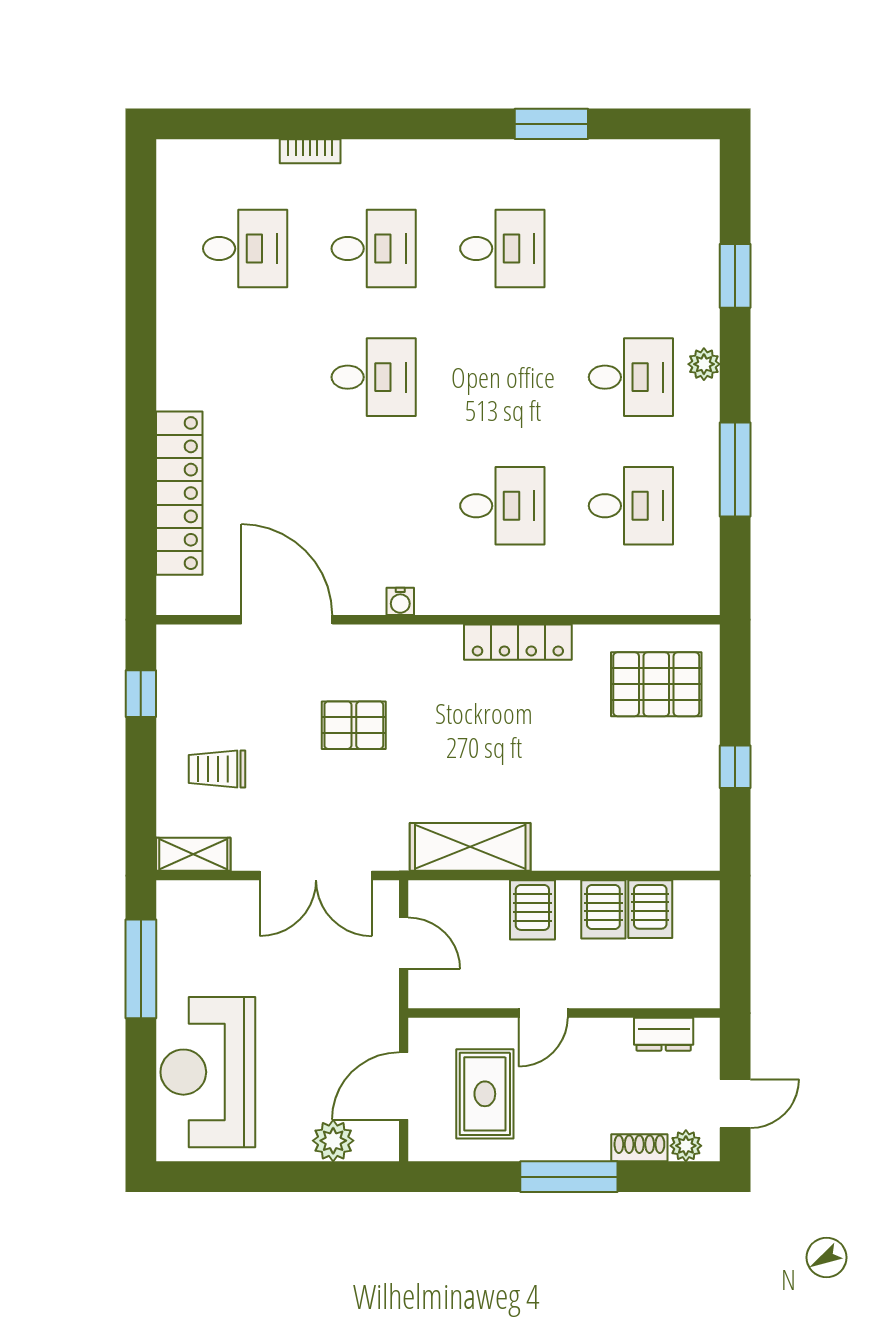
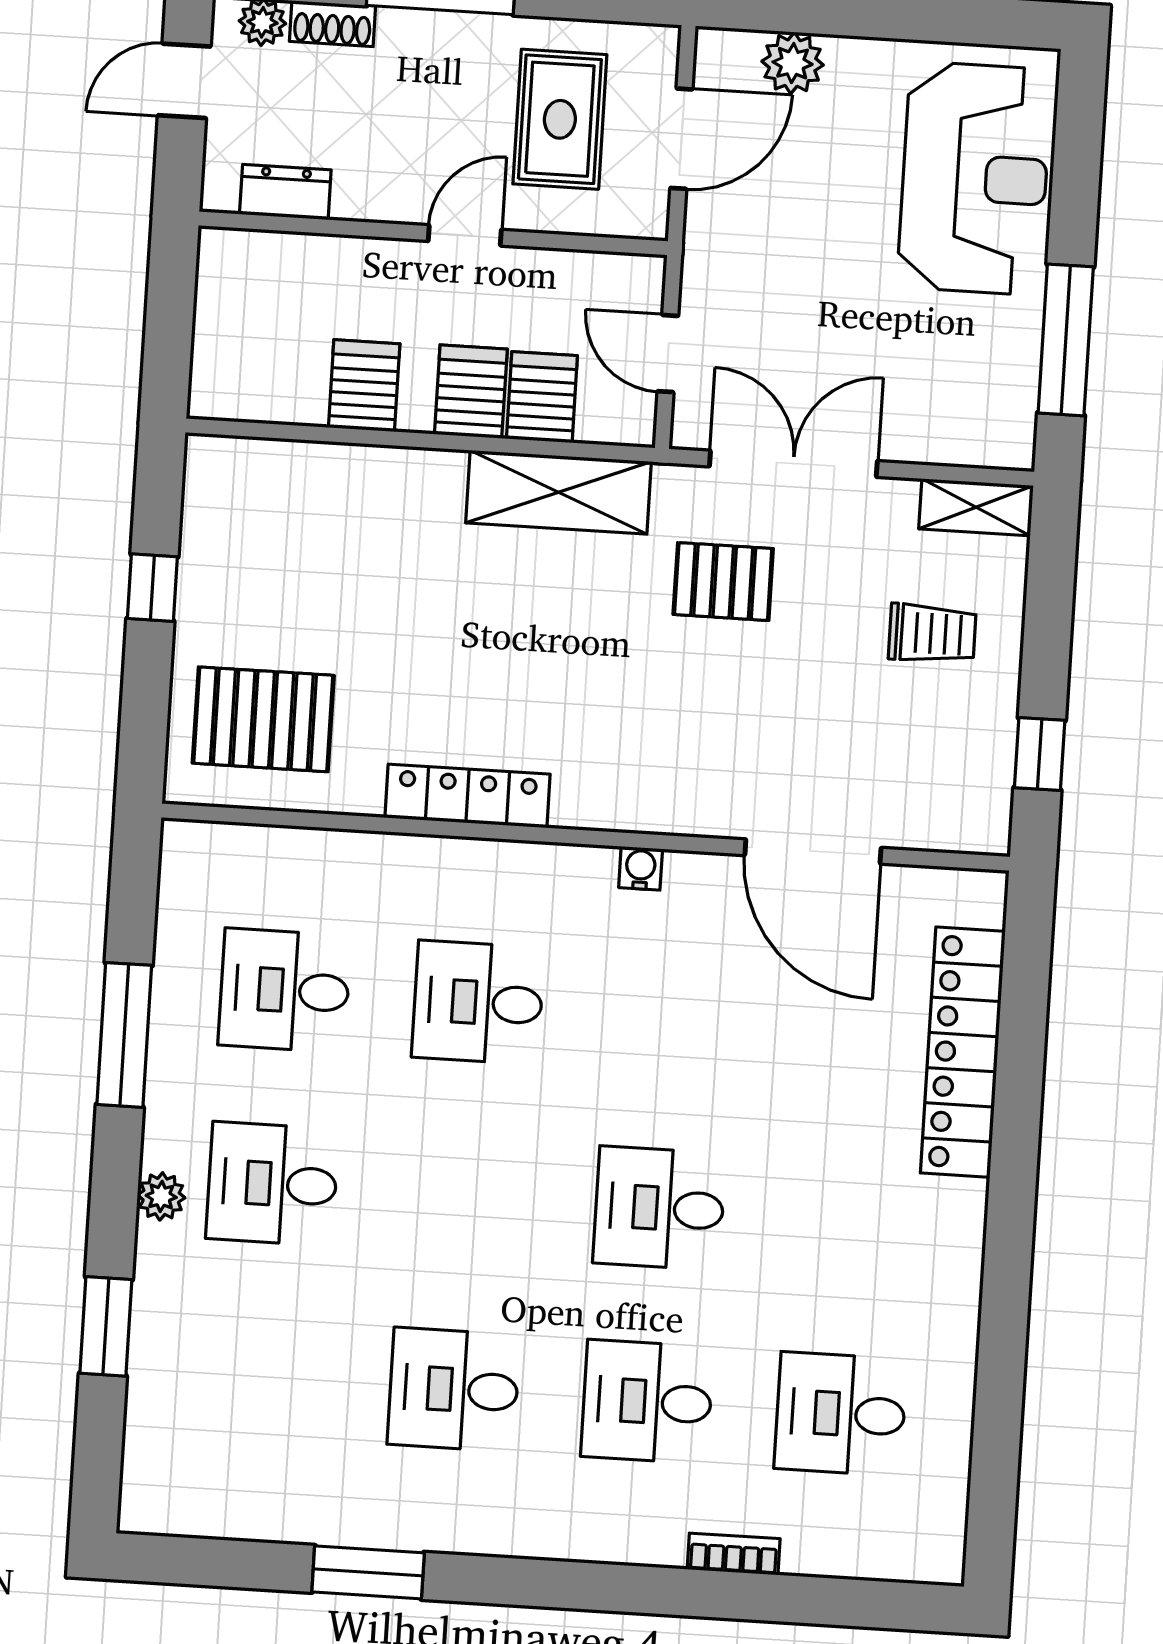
pallet: (354, 725) -> (723, 582), moved
server rack: (650, 909) -> (542, 397), moved

